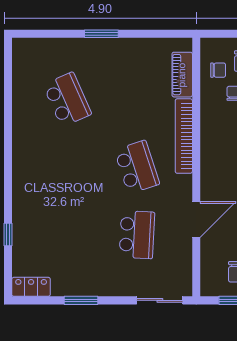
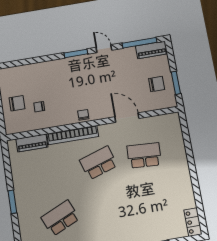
chair: (218, 70) -> (83, 115), moved
window: (81, 300) -> (196, 186), removed
sliding door: (160, 300) -> (185, 133), removed

